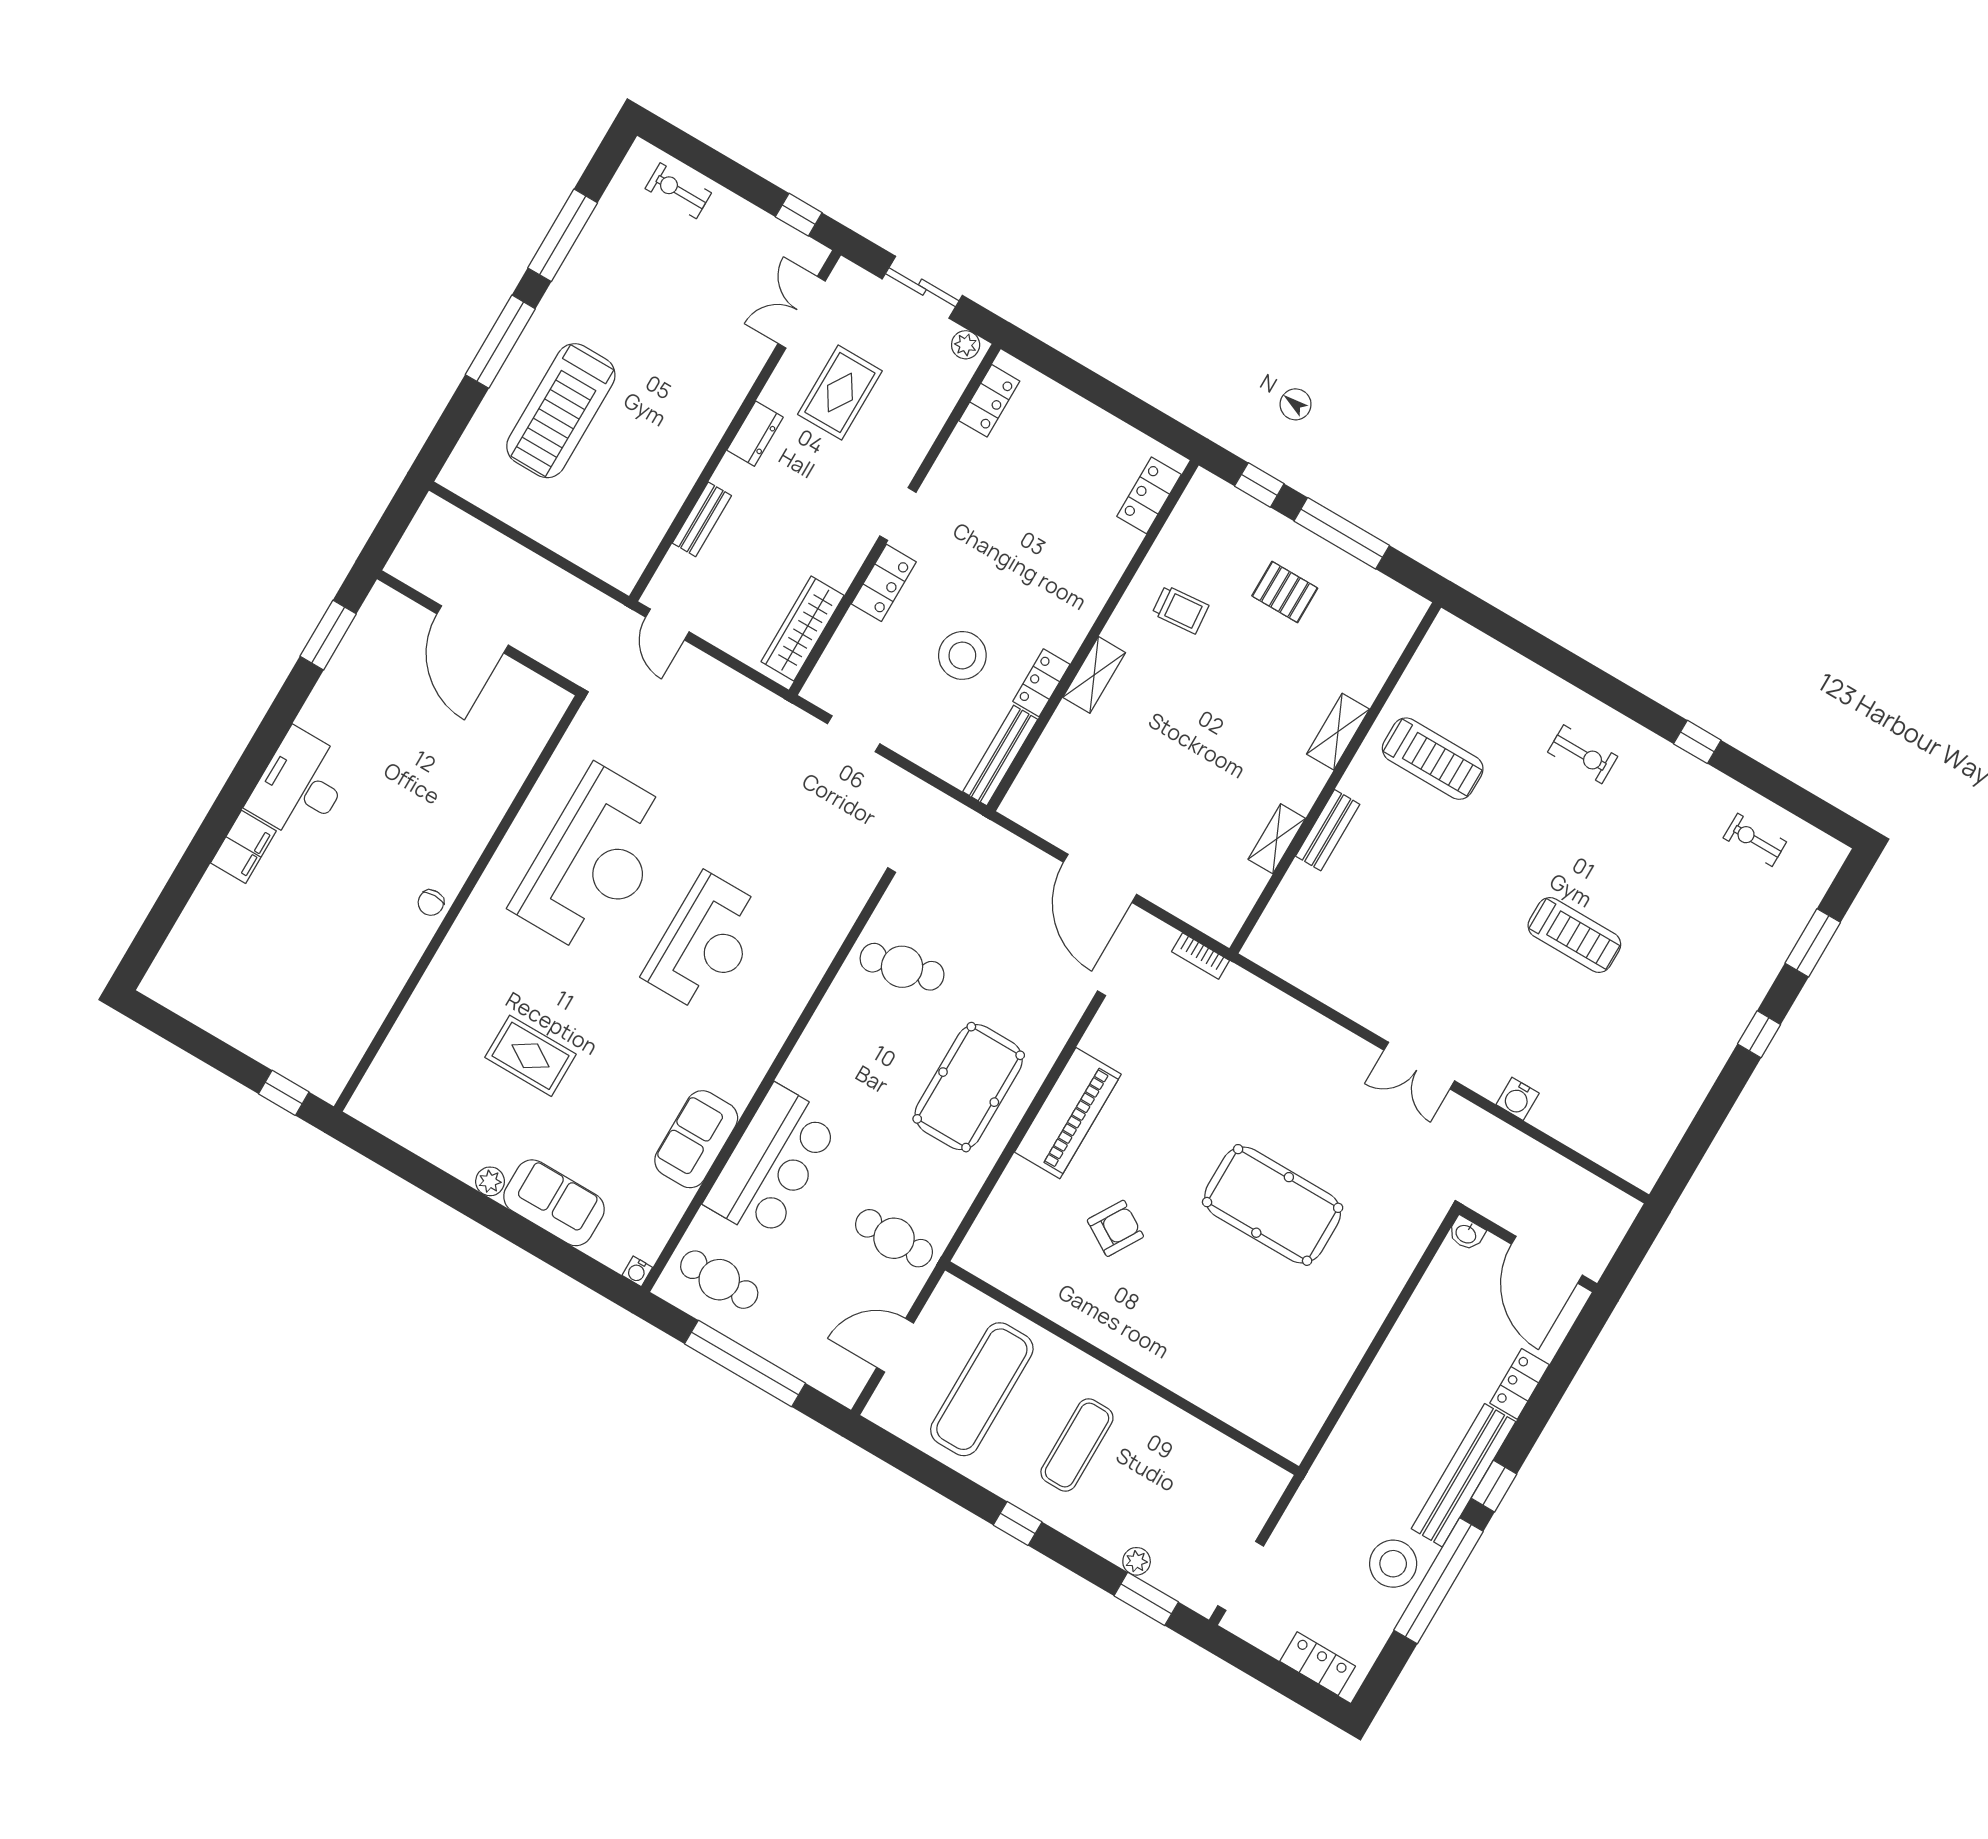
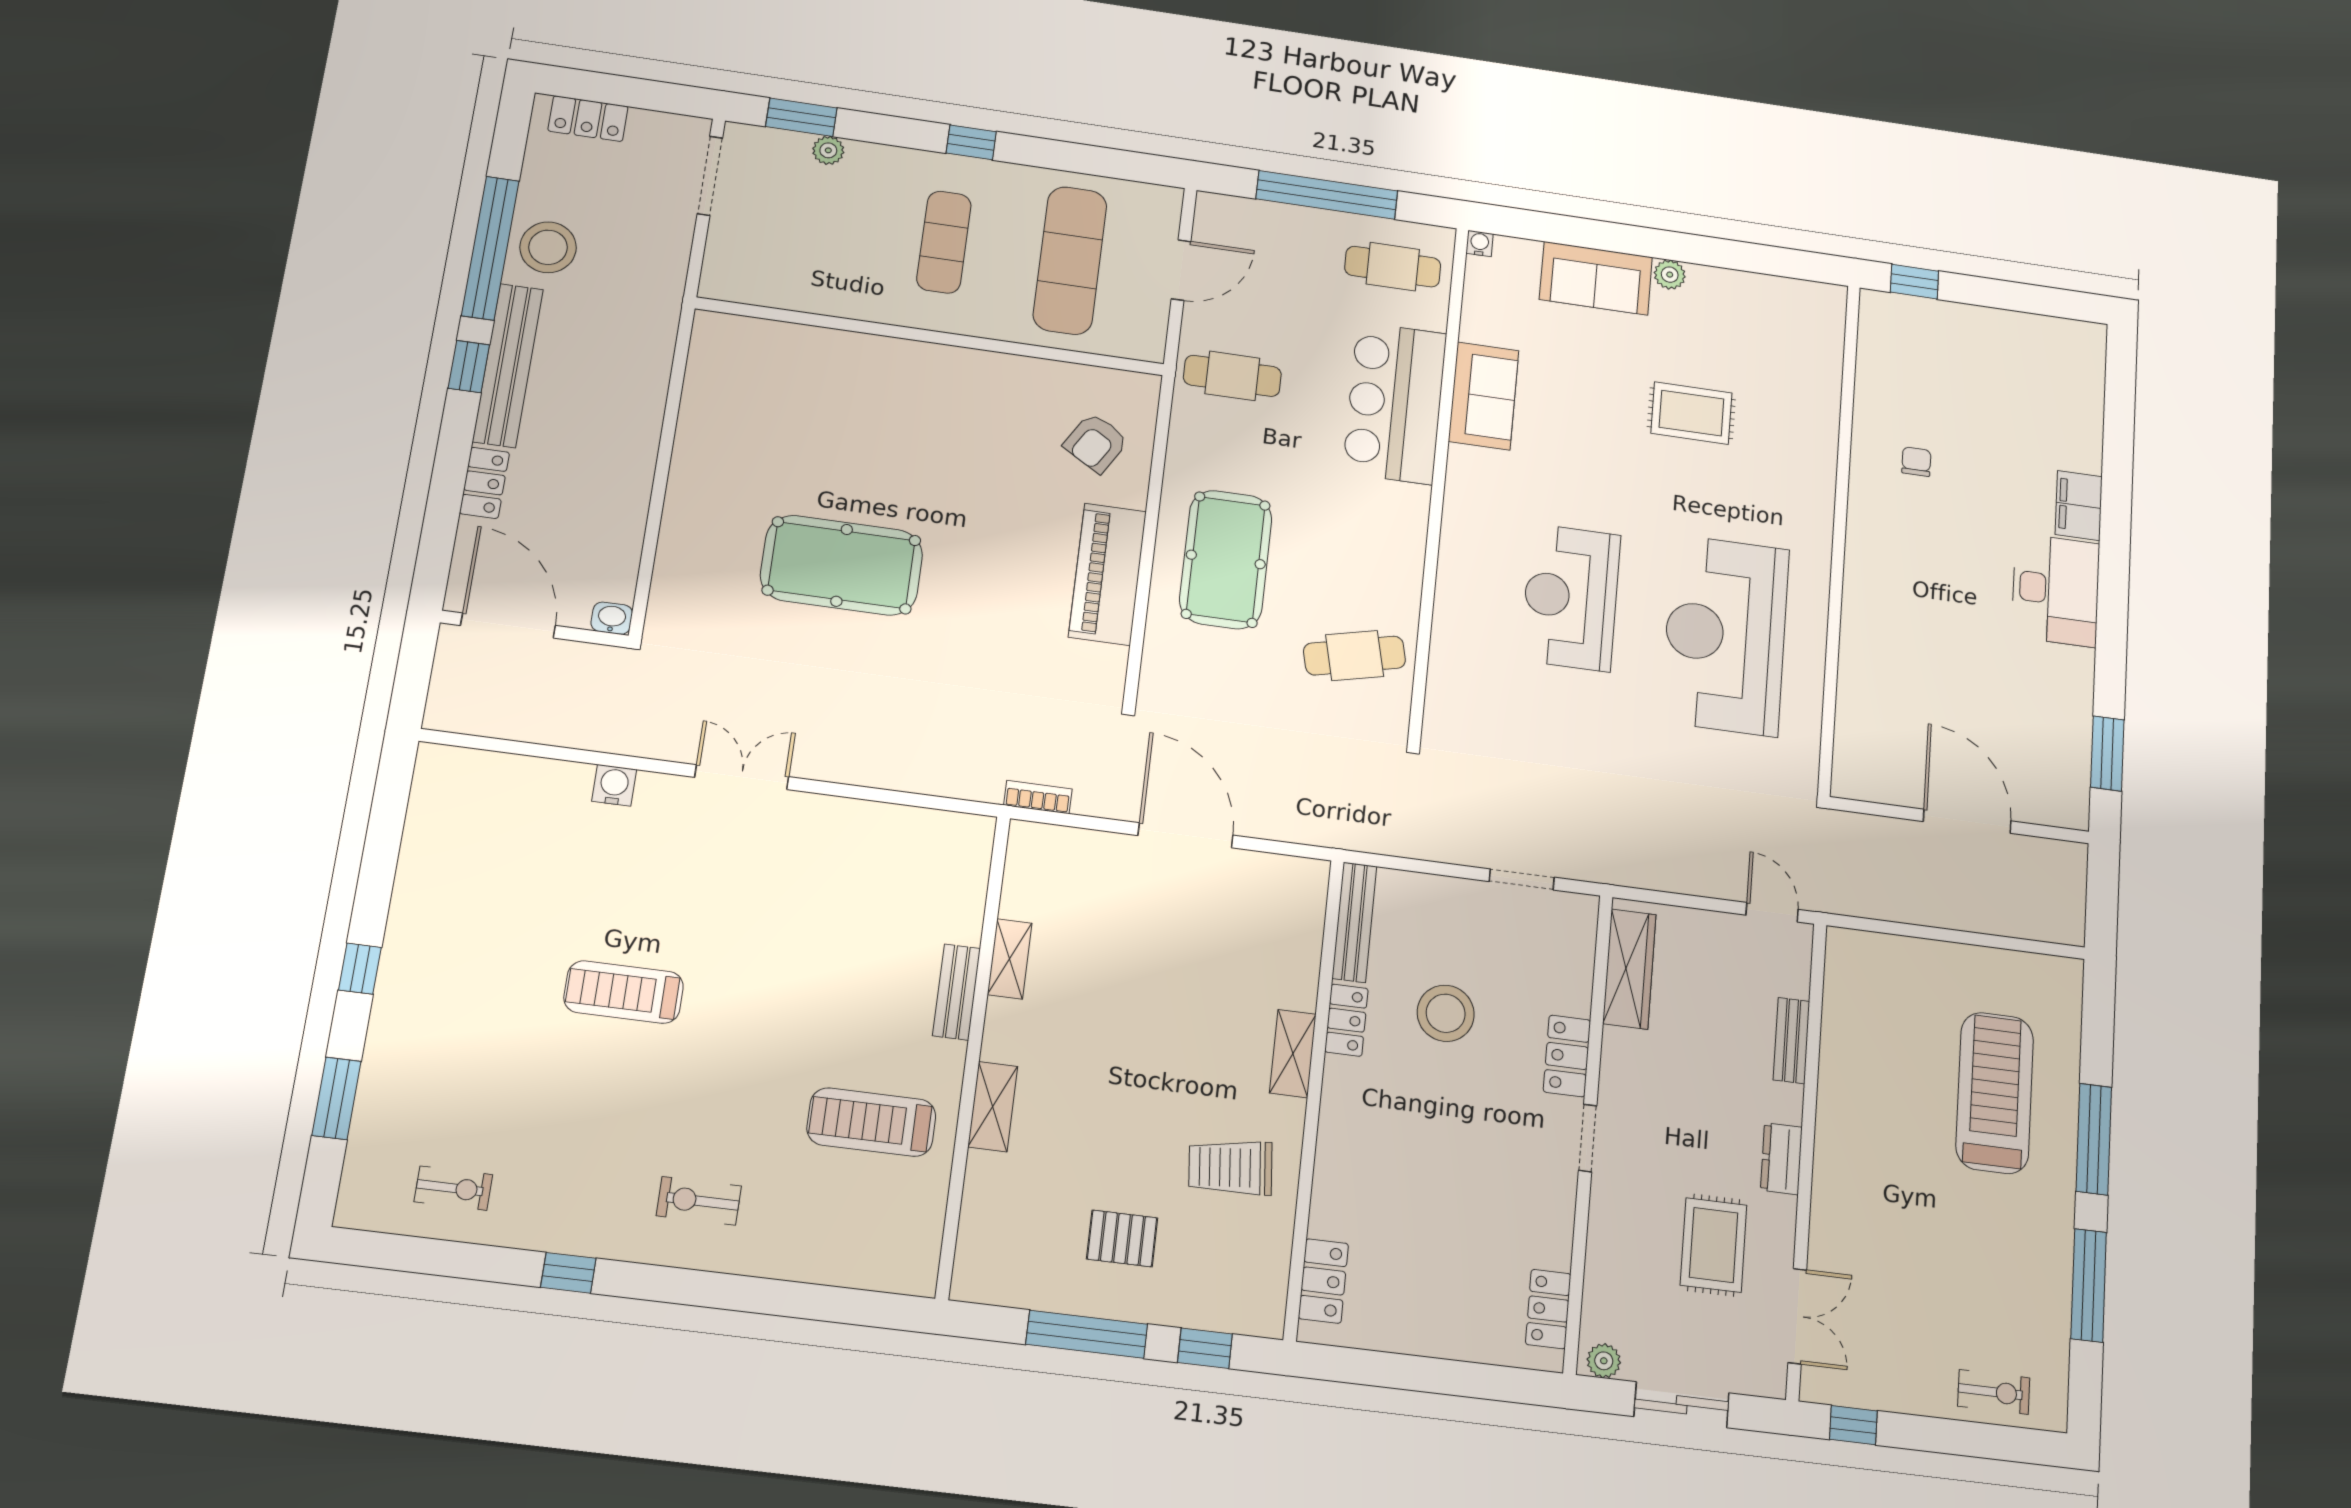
trolley: (1180, 610) -> (1230, 1167), width x1.36, depth x1.39
chair: (431, 903) -> (1916, 462), moved
armchair: (1115, 1228) -> (1096, 443), moved

